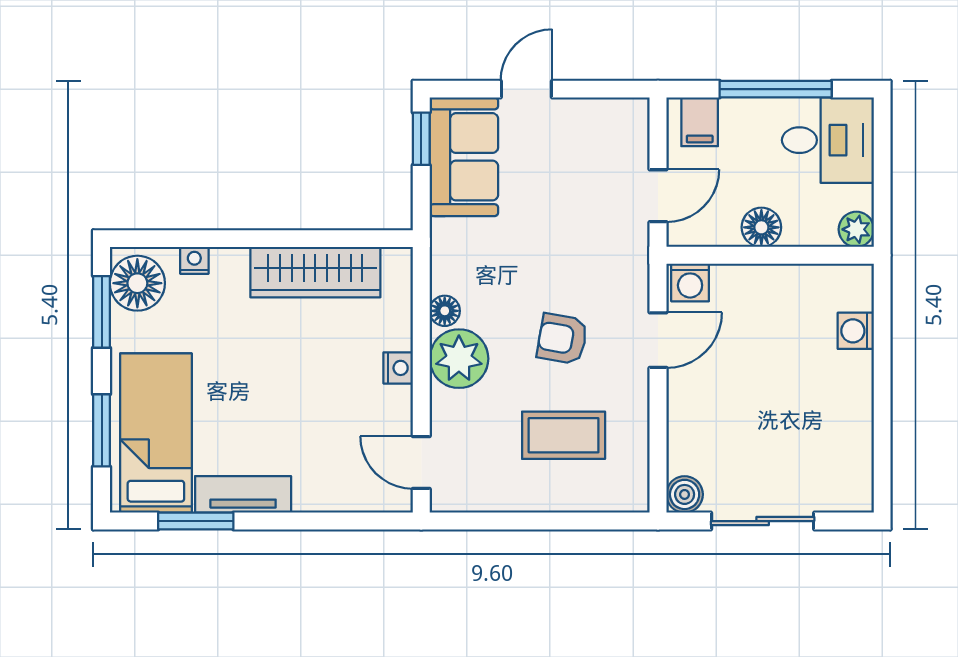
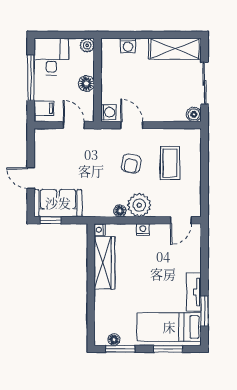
nightstand: (194, 260) -> (100, 230), moved
floor lamp: (137, 283) -> (114, 340), width x0.53, depth x0.53
shelving: (848, 447) -> (175, 49), added

